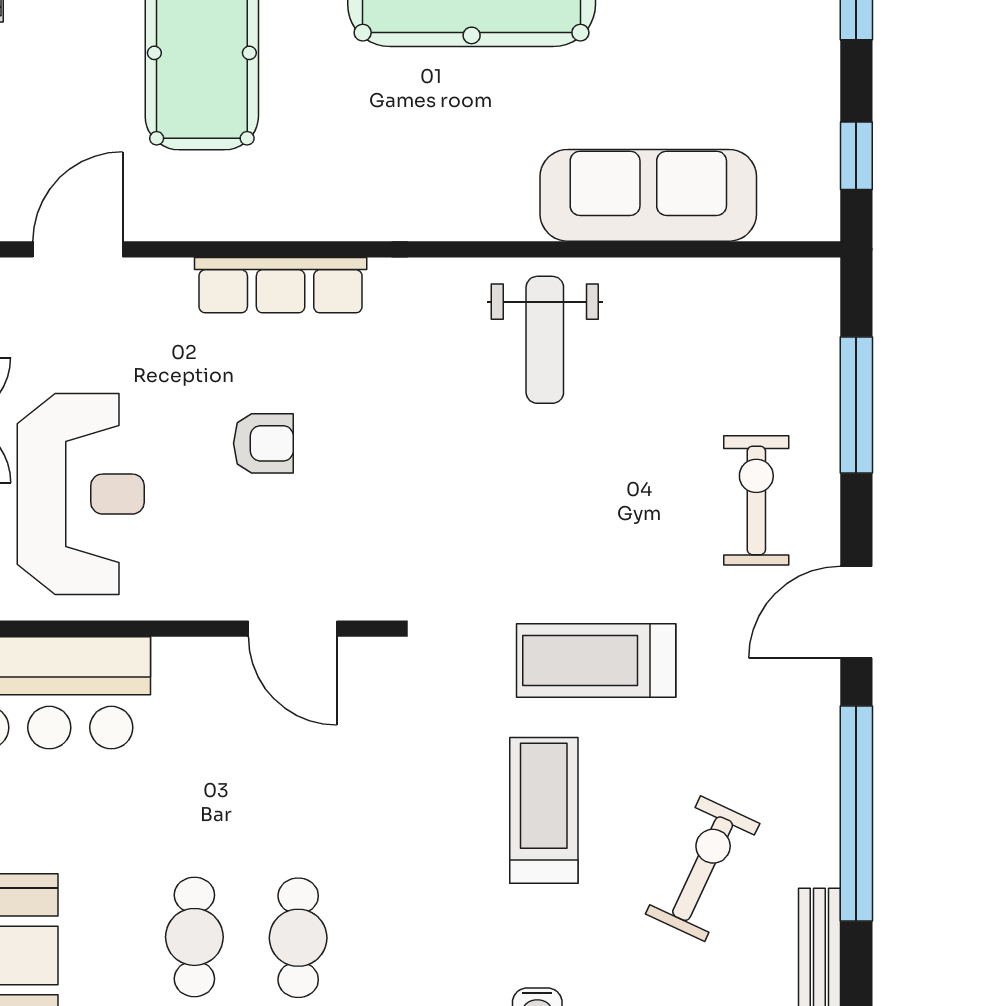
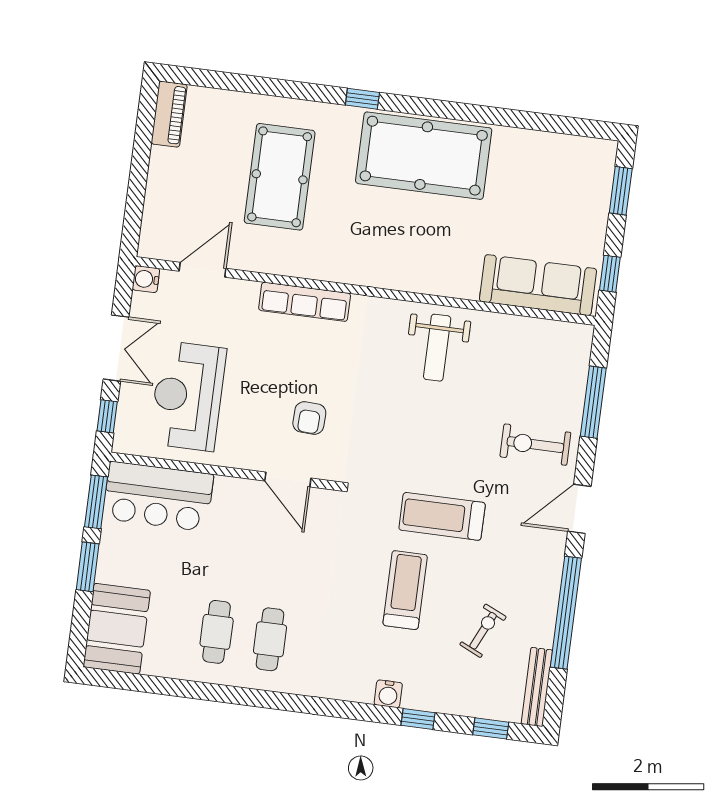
sofa: (648, 195) -> (538, 285), moved
armchair: (263, 443) -> (309, 418), moved, turned 92
reception desk: (81, 494) -> (188, 396), turned 180
exercise bike: (756, 500) -> (535, 445), turned -90
exercise bike: (703, 869) -> (483, 631), width x0.73, depth x0.72

